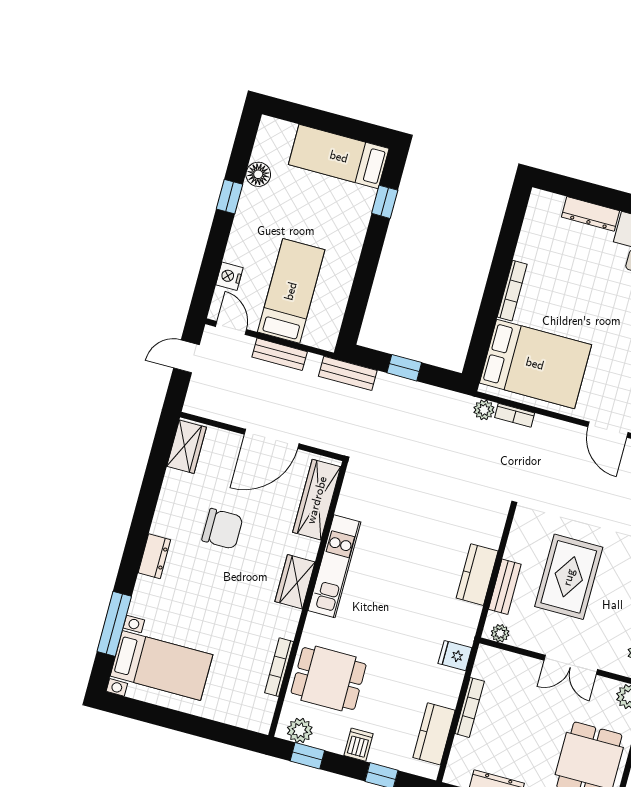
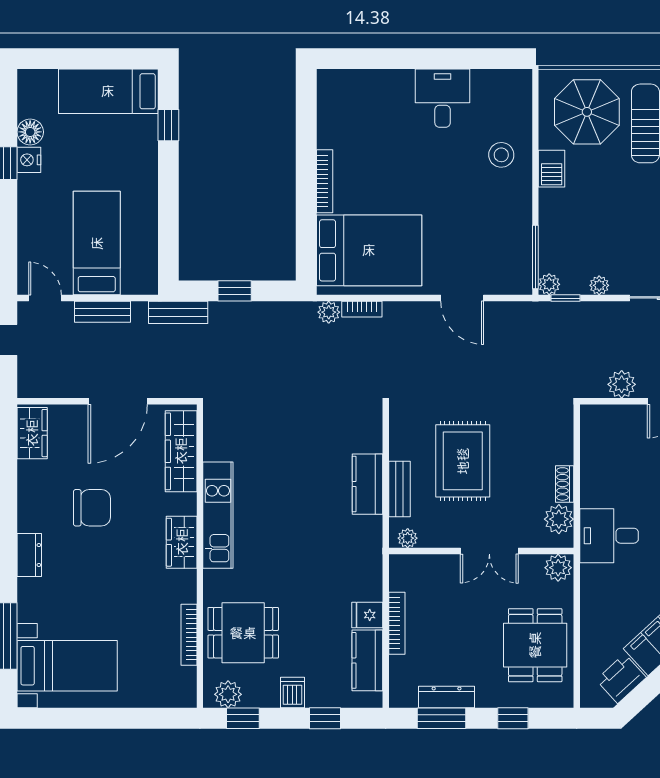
dresser: (591, 214) -> (384, 80), removed
nightstand: (229, 276) -> (29, 160), moved
fridge: (455, 656) -> (367, 615), moved

